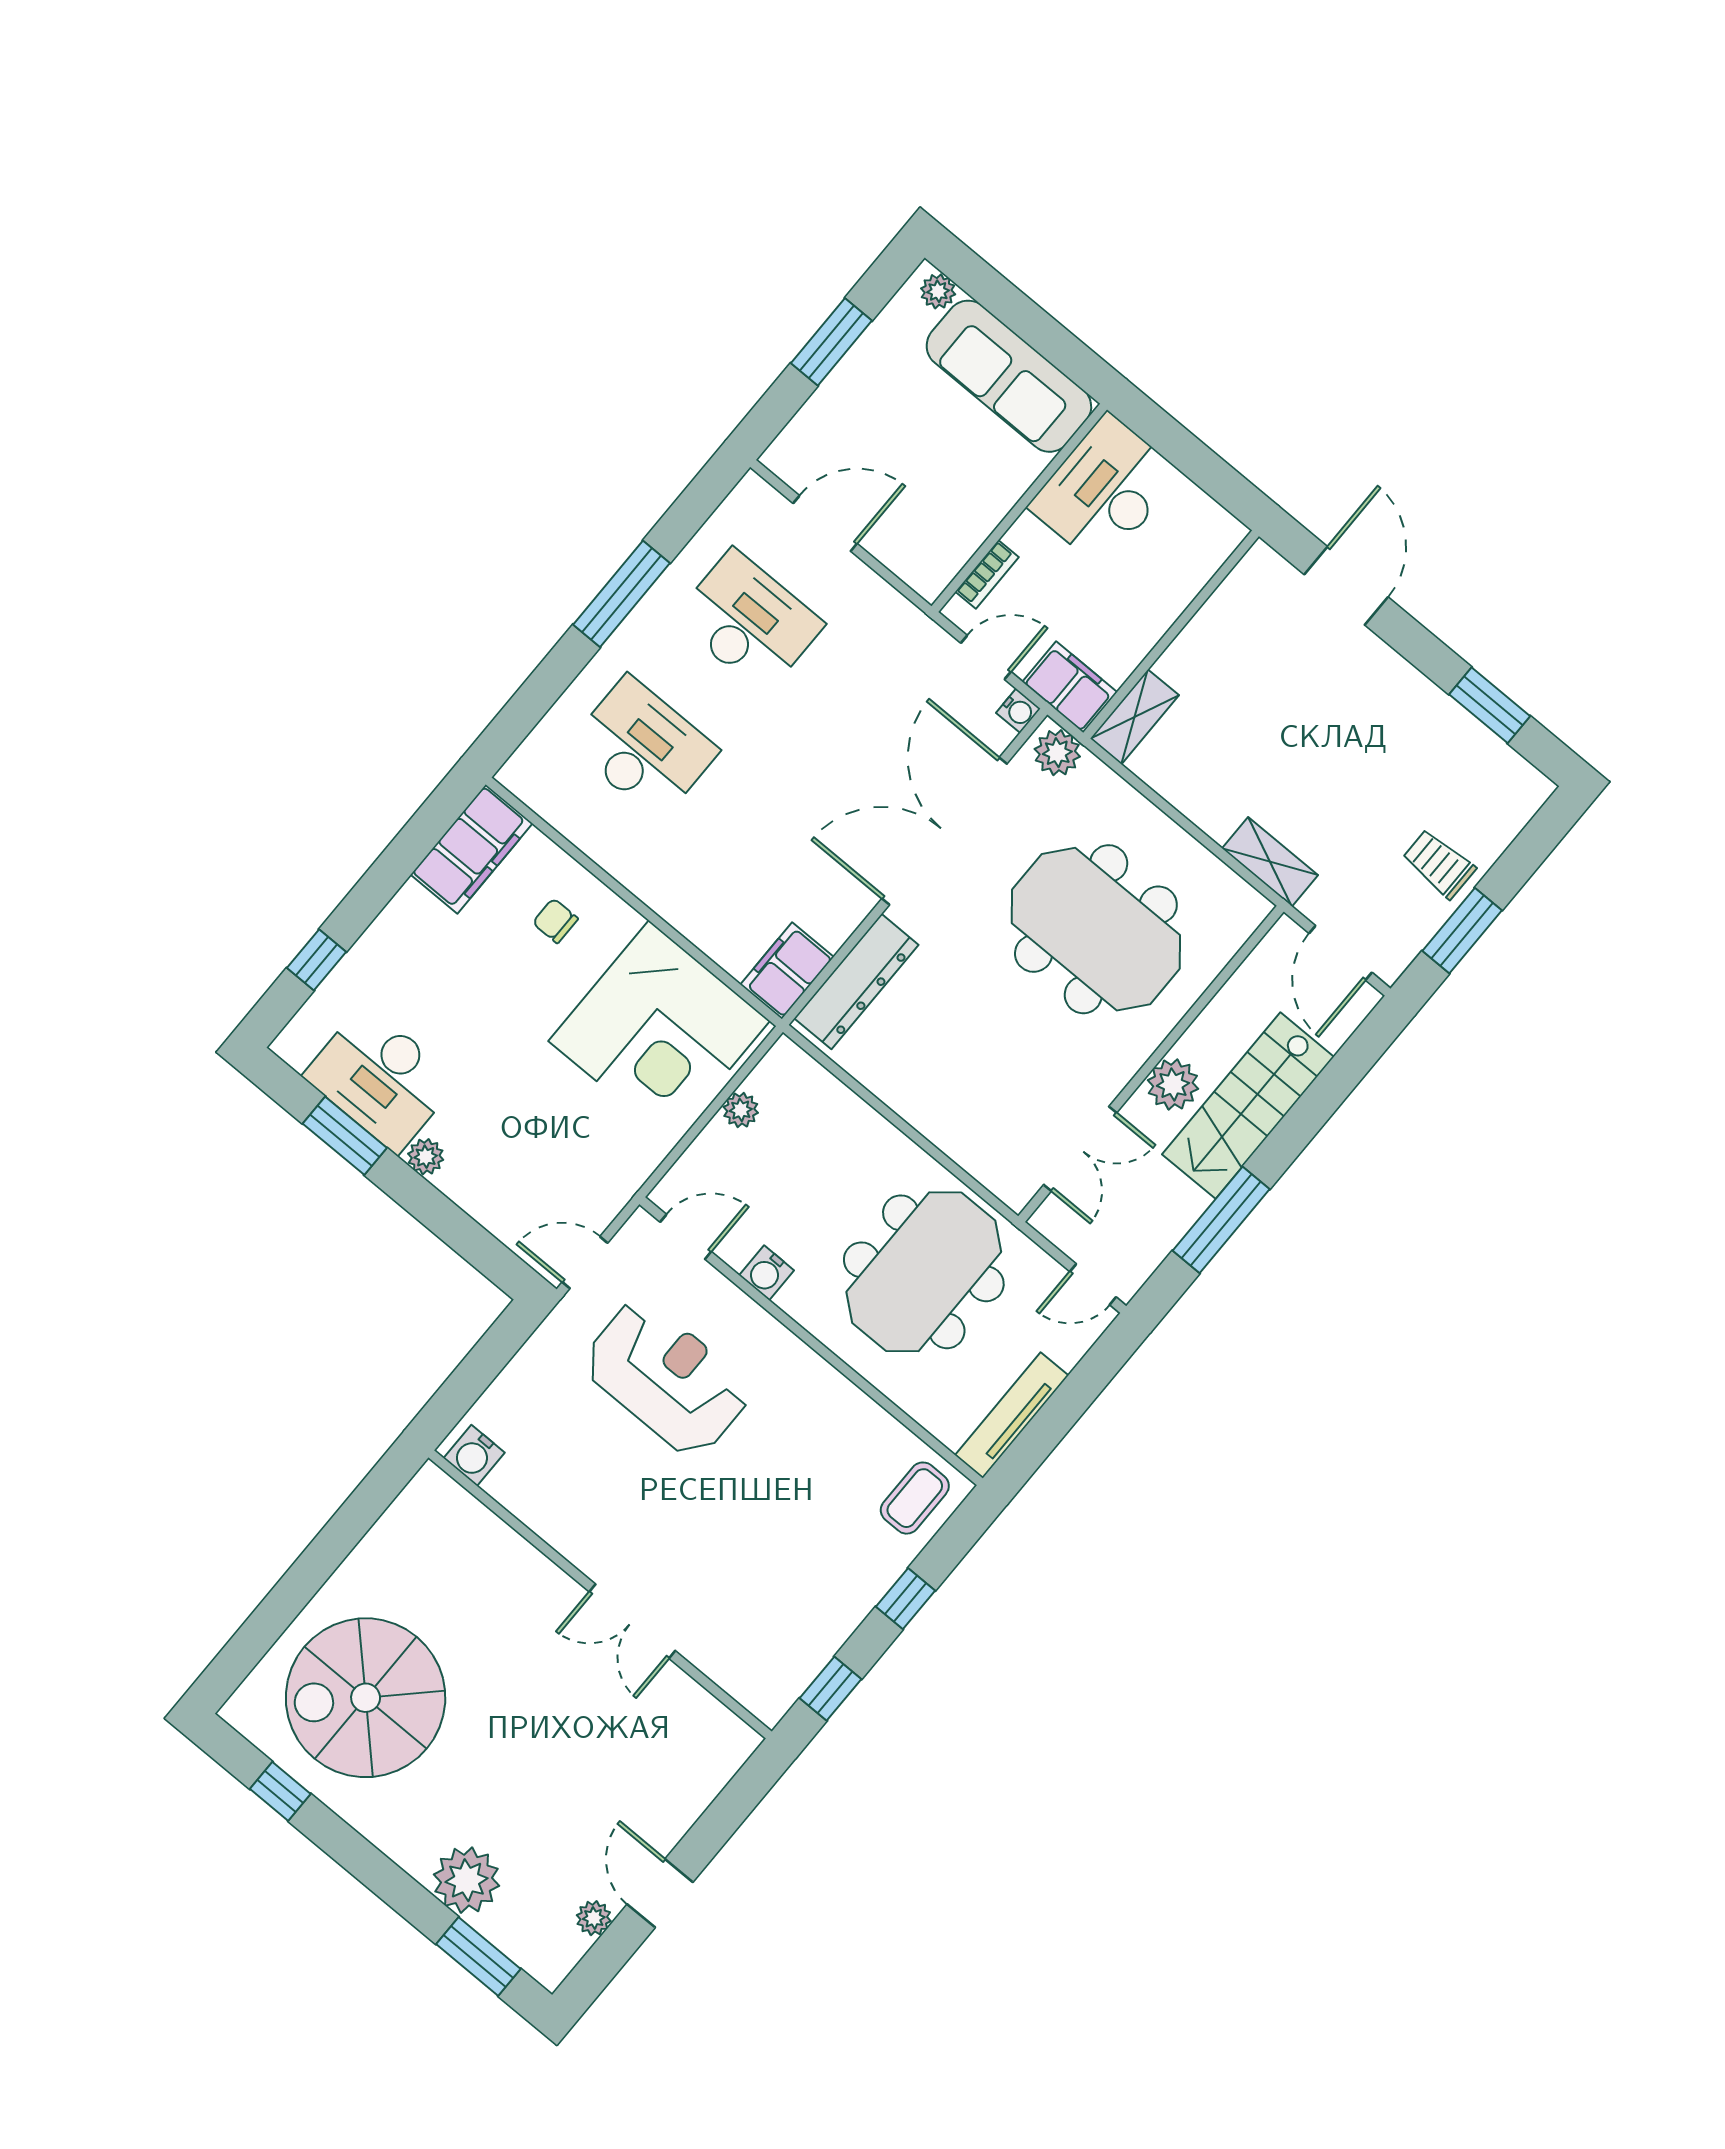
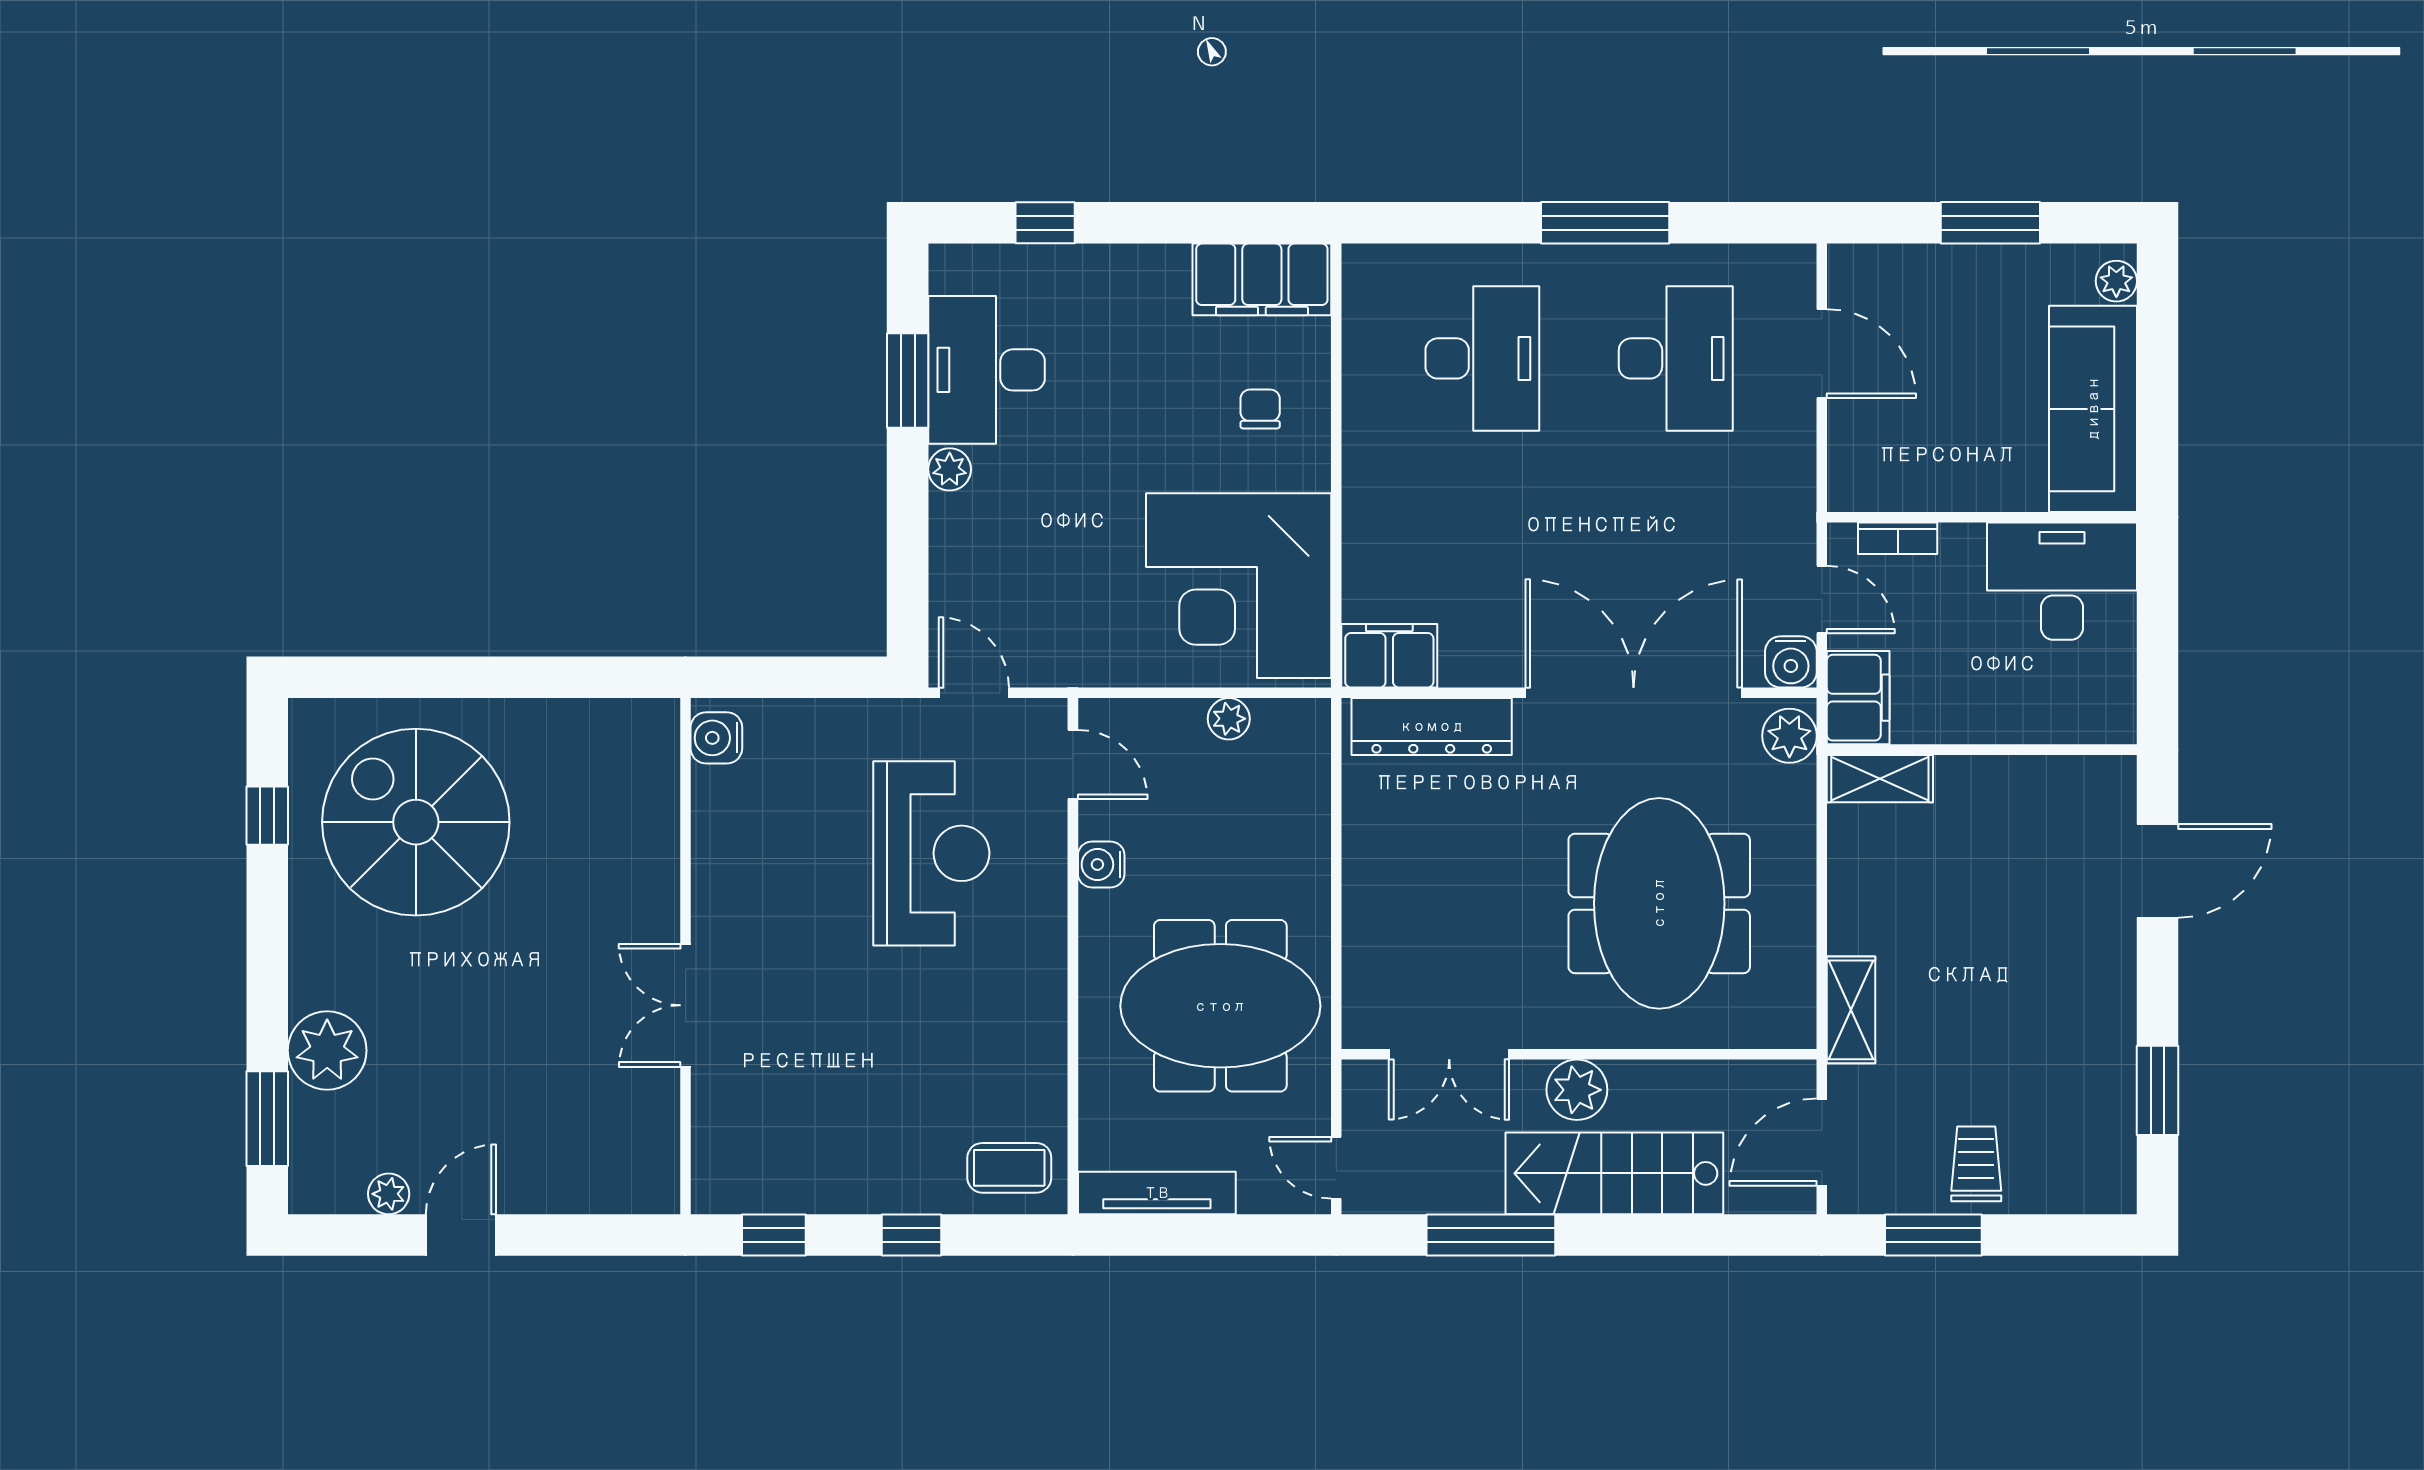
water cooler: (1018, 711) -> (1791, 662), width x1.38, depth x1.38

